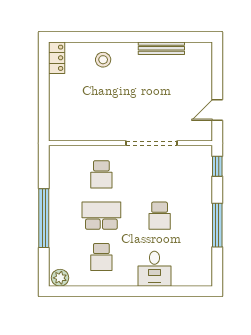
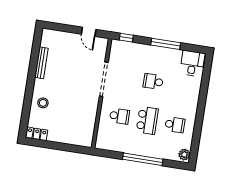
school desk: (101, 216) -> (147, 120), turned 180
school desk: (160, 216) -> (153, 81), turned 180
desk: (154, 269) -> (192, 63), moved, turned -90

